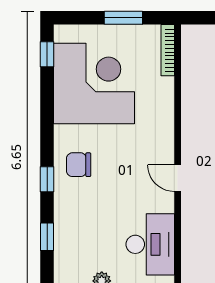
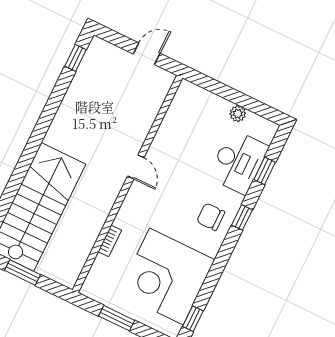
bookcase: (168, 50) -> (110, 241), moved, width x0.64
chair: (79, 165) -> (211, 217), turned 180
desk: (150, 244) -> (238, 162), moved, turned 180

